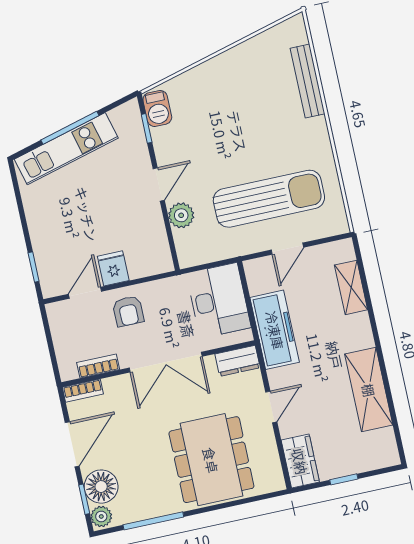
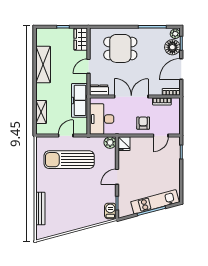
plant: (181, 215) -> (110, 143), moved
fridge: (113, 268) -> (124, 144), moved
dining table: (211, 460) -> (120, 48), width x0.73

